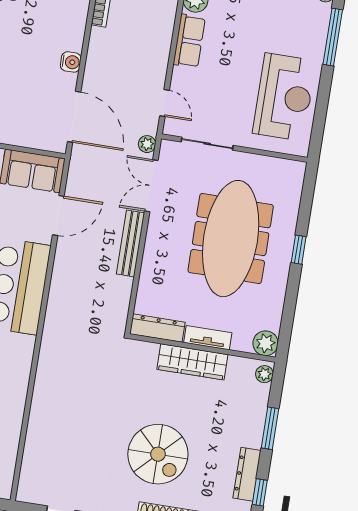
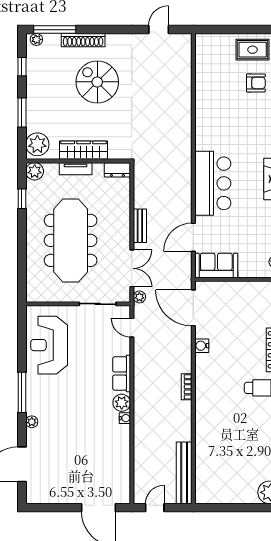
bench: (131, 243) -> (140, 226), width x0.73
window: (299, 250) -> (22, 199), moved
dresser: (157, 328) -> (117, 170), width x0.70
plant: (264, 374) -> (37, 144), width x1.88, depth x1.88
dresser: (247, 474) -> (33, 78), removed

